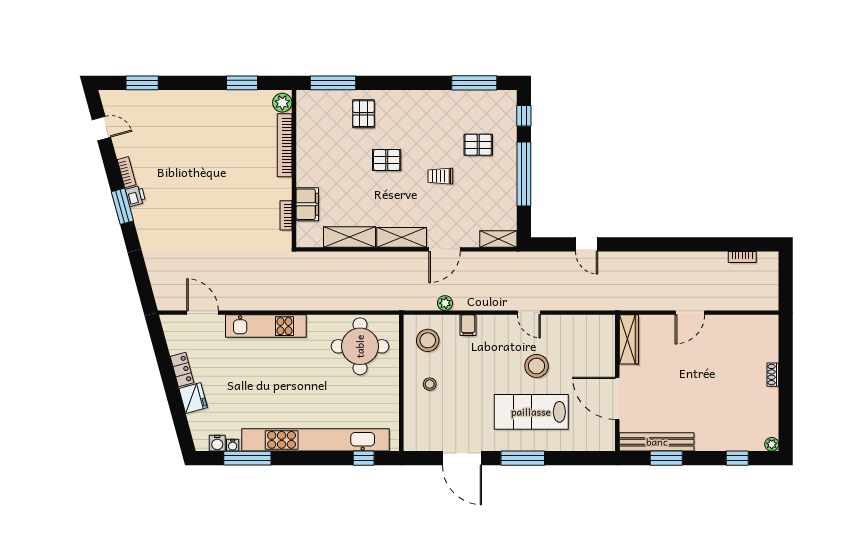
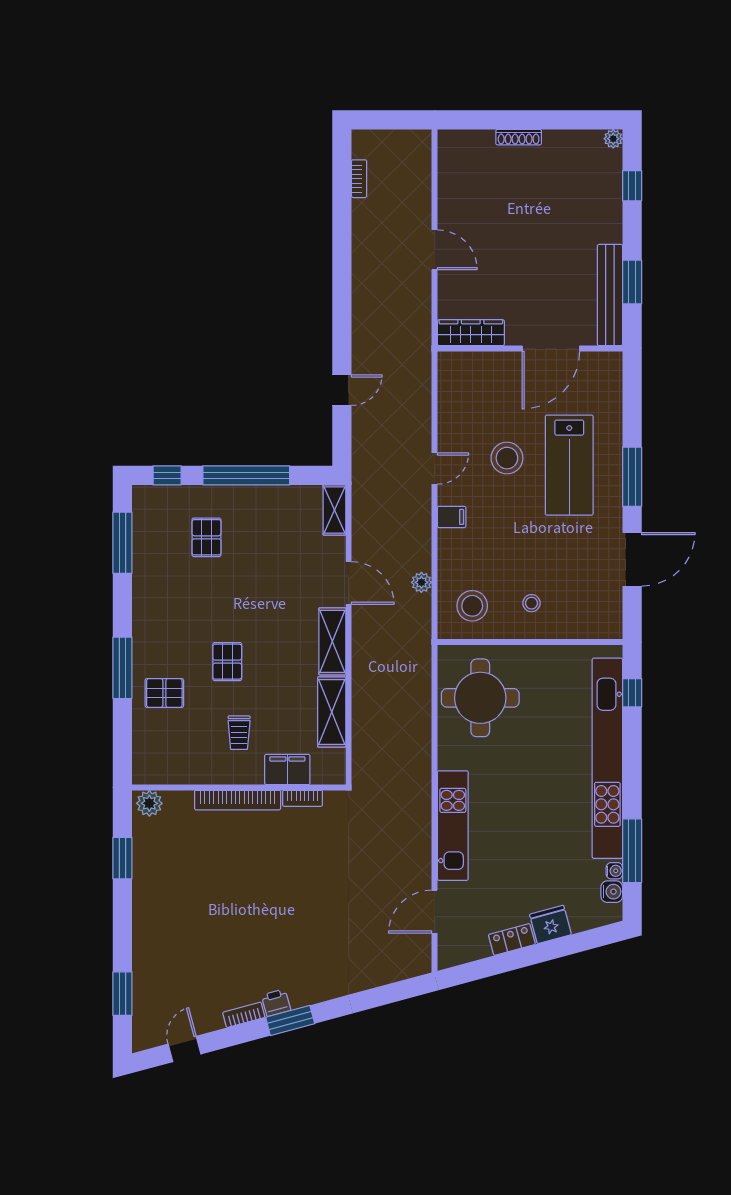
window: (333, 83) -> (122, 668), moved
bookcase: (285, 145) -> (238, 800), moved
trolley: (440, 176) -> (239, 733), moved
filing cabinet: (468, 325) -> (452, 517), moved
shoe rack: (773, 375) -> (519, 137), width x1.43

